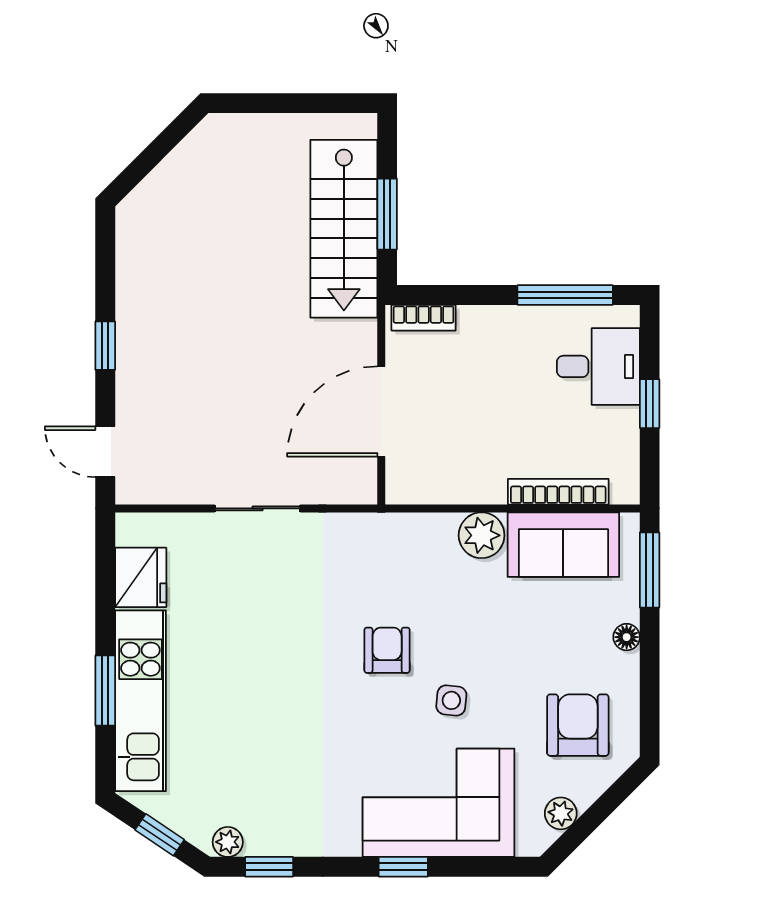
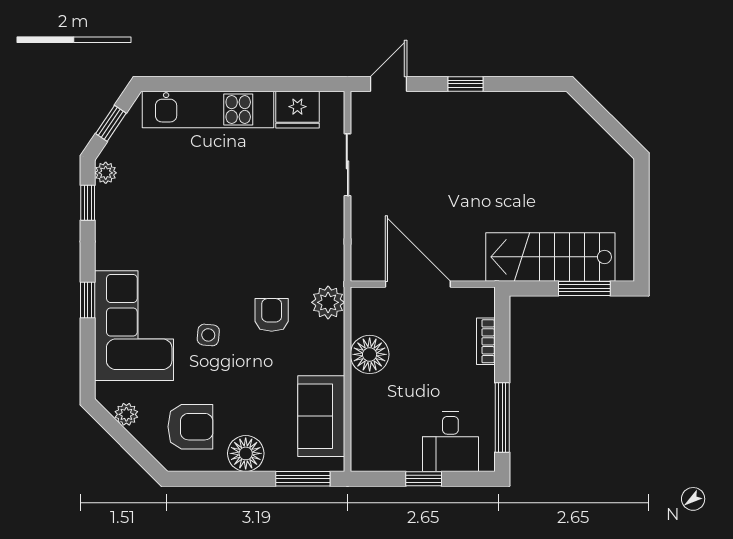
window: (387, 214) -> (584, 288), moved
bookcase: (424, 318) -> (486, 341), moved
floor lamp: (478, 478) -> (370, 354), added
bookcase: (558, 492) -> (360, 412), removed
sliding door: (258, 508) -> (347, 165), moved
plant: (482, 535) -> (328, 302), moved
floor lamp: (627, 637) -> (246, 453), width x1.89, depth x1.89
armchair: (387, 650) -> (272, 315), moved, turned -90
window: (105, 690) -> (215, 84), removed

